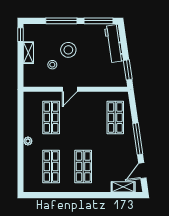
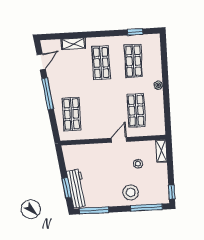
window: (61, 21) -> (146, 207), moved
stool: (68, 50) -> (131, 192), moved
shelving: (28, 53) -> (161, 151), moved
window: (128, 70) -> (67, 188), moved
shelving: (123, 187) -> (73, 44), moved
window: (48, 195) -> (135, 32), added

